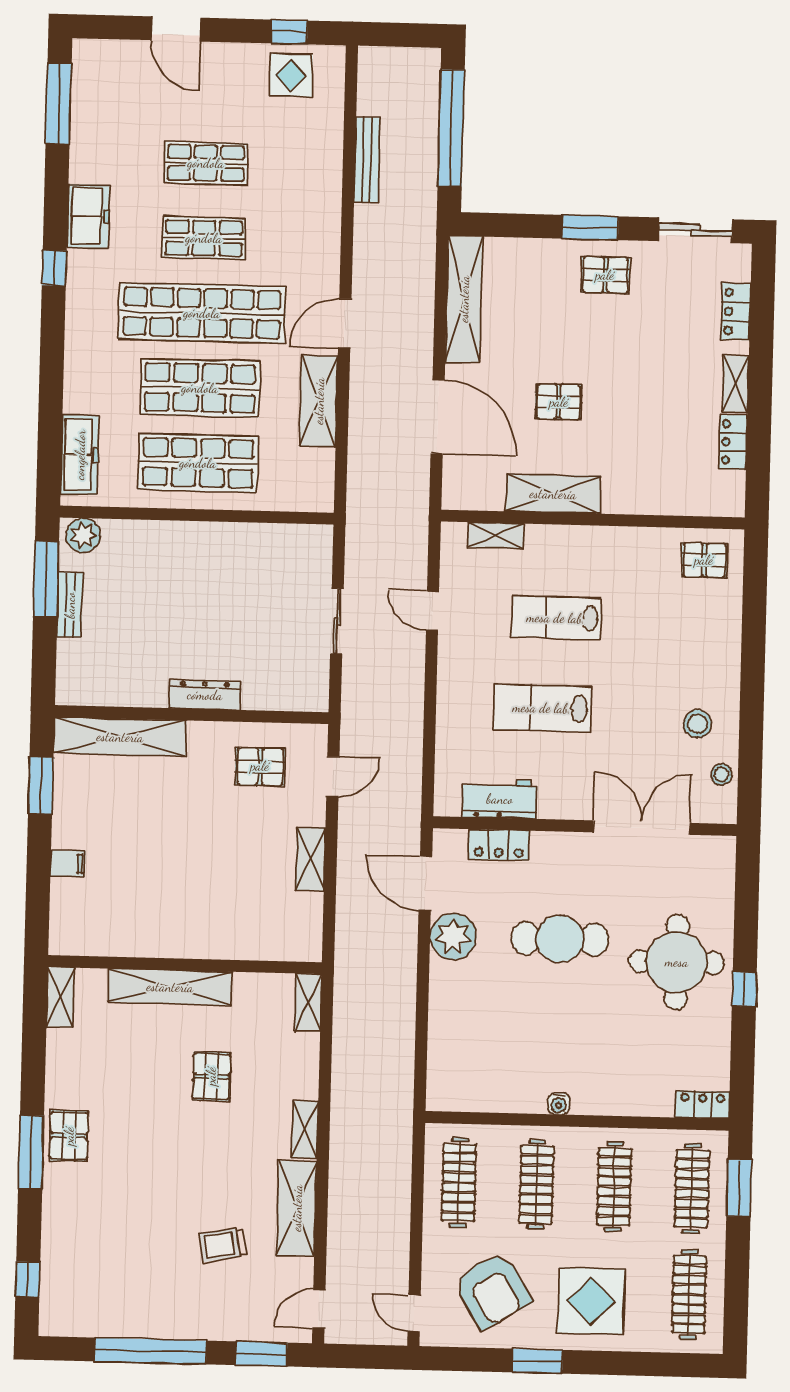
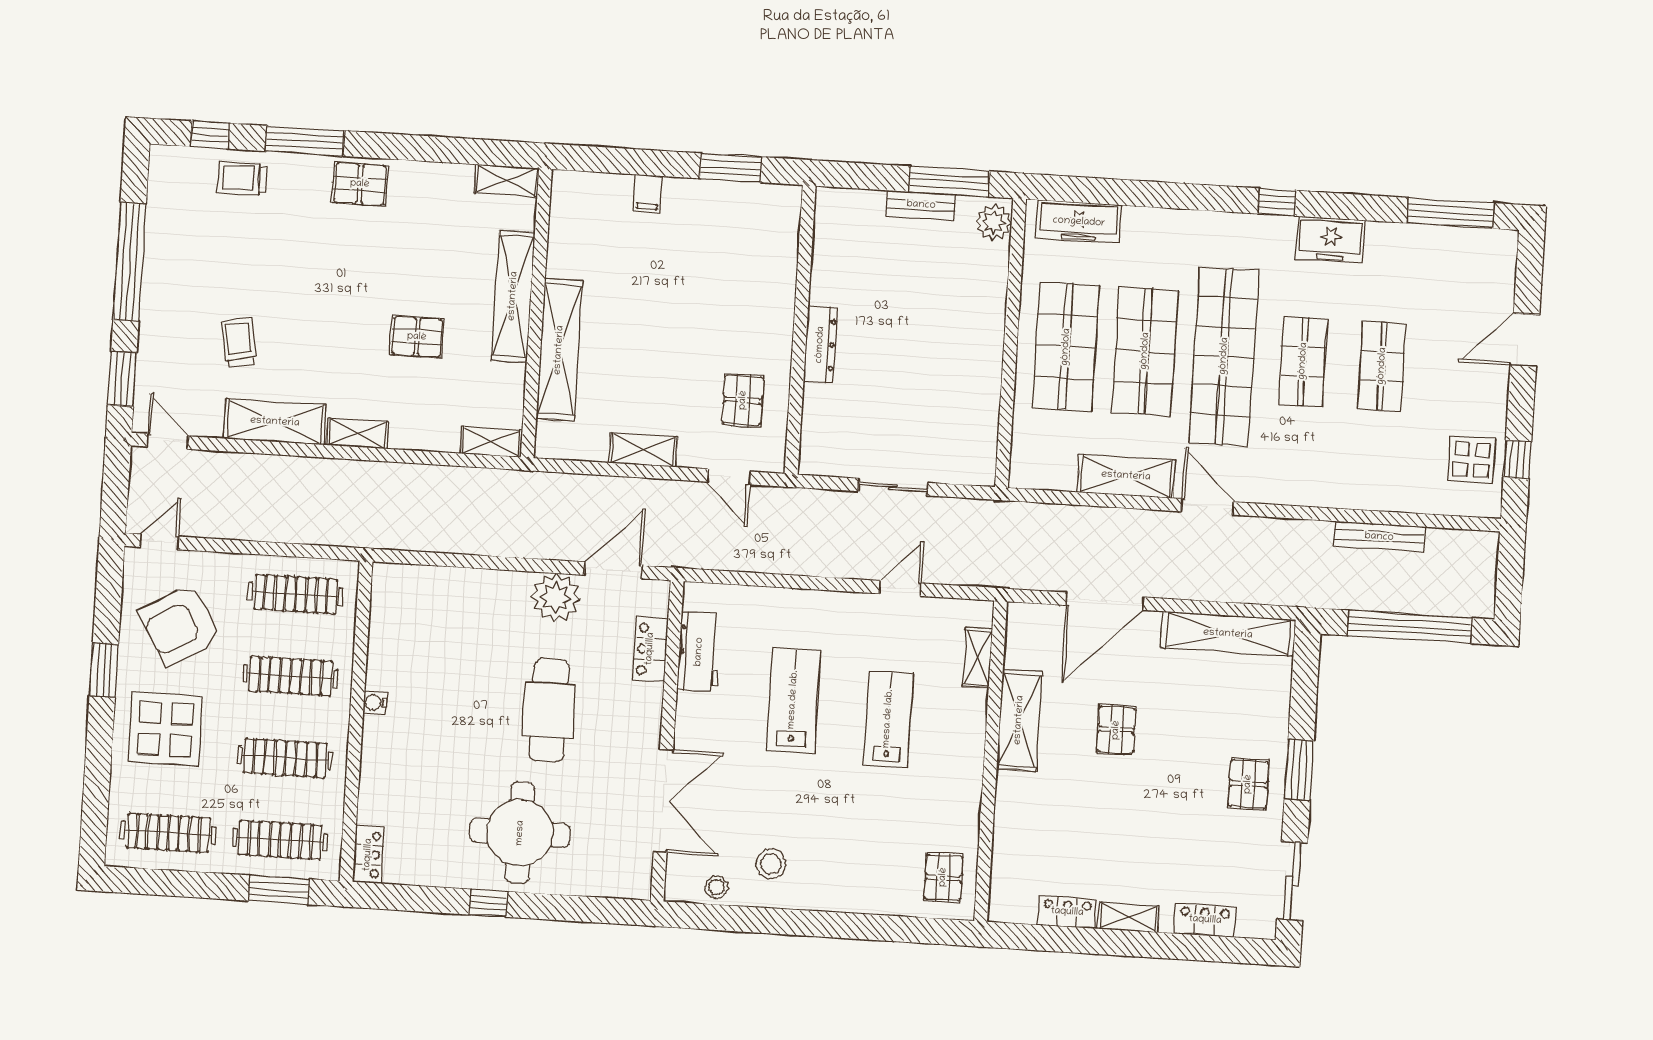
shelving: (120, 737) -> (559, 350), moved
window: (31, 1152) -> (305, 141), moved
trolley: (68, 1247) -> (242, 178), added

